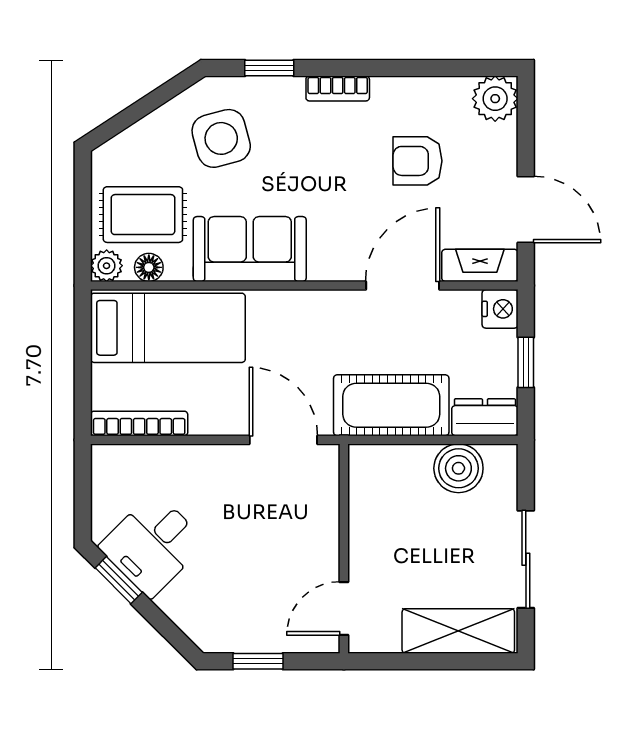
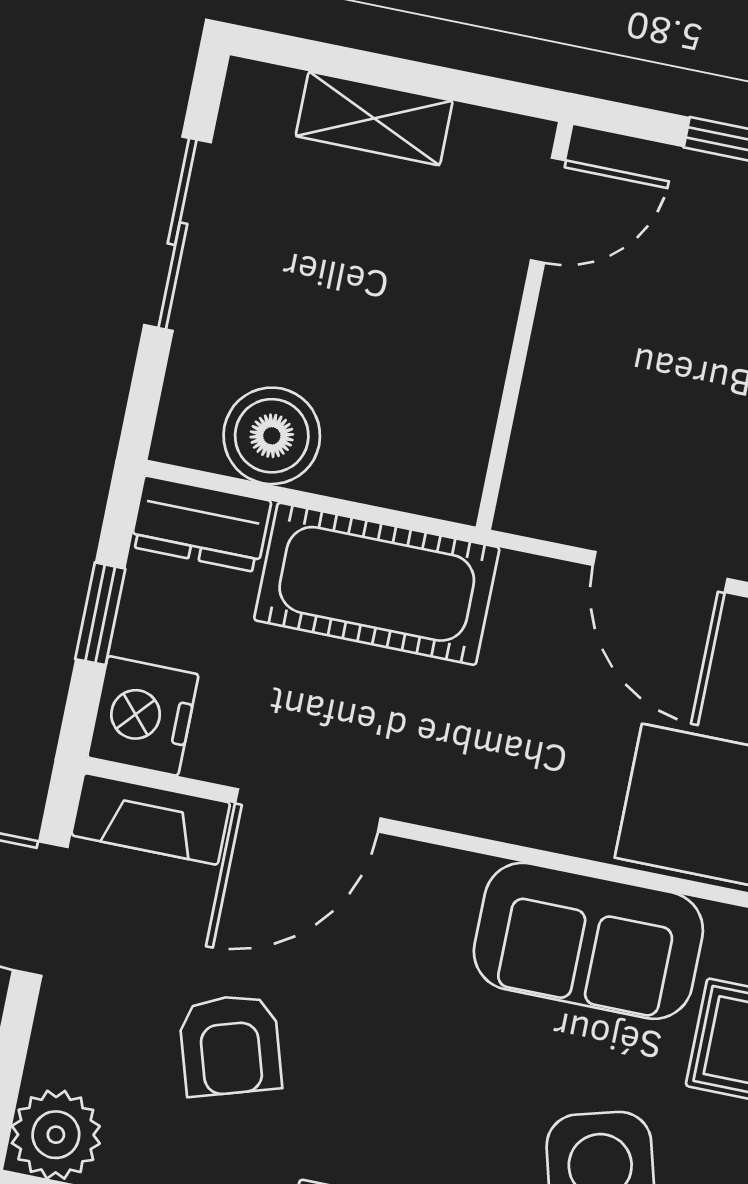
armchair: (417, 161) -> (230, 1045), turned 73
nightstand: (500, 309) -> (143, 716), width x1.36, depth x1.33
door: (283, 440) -> (660, 572), moved
shelving: (458, 631) -> (374, 118), width x0.67, depth x0.75

